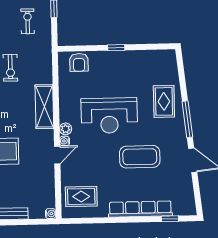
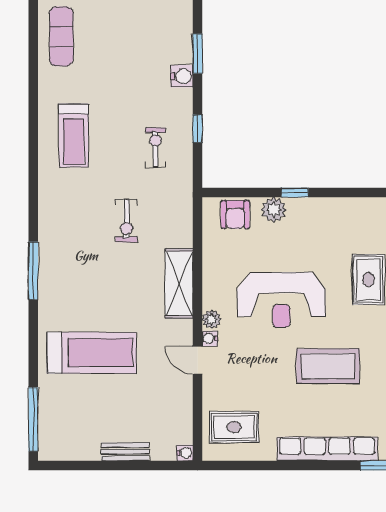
plant: (103, 59) -> (274, 210), added
door: (57, 155) -> (198, 360), swing flipped

